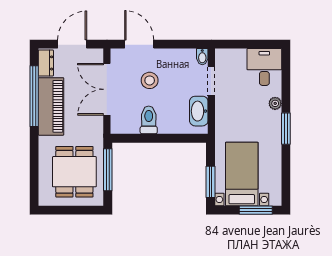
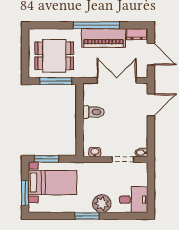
stool: (150, 80) -> (123, 113), removed
window: (34, 96) -> (96, 25), moved
plant: (275, 103) -> (102, 204), width x1.88, depth x1.88
washbasin: (199, 111) -> (95, 152), width x0.52, depth x0.69

